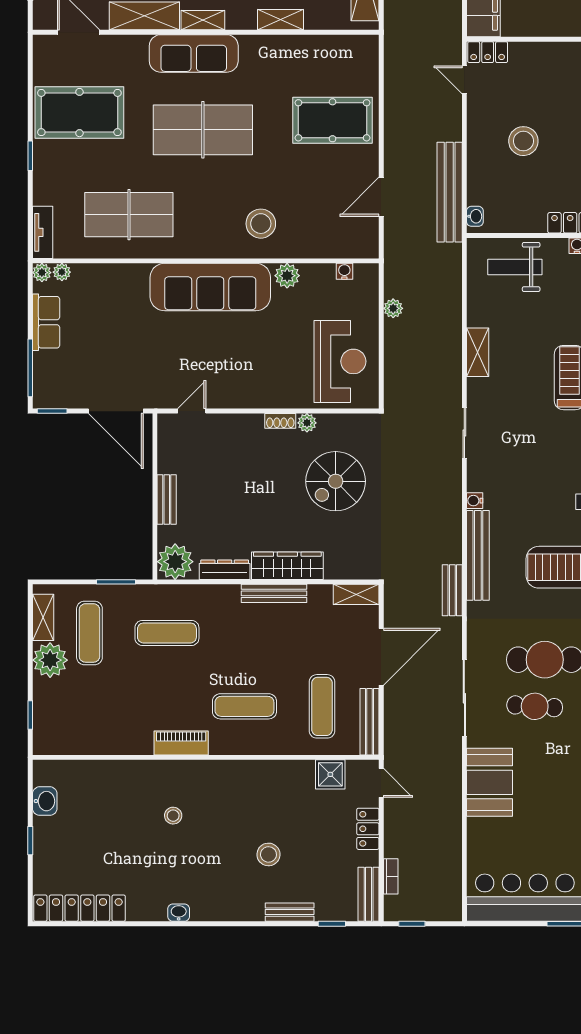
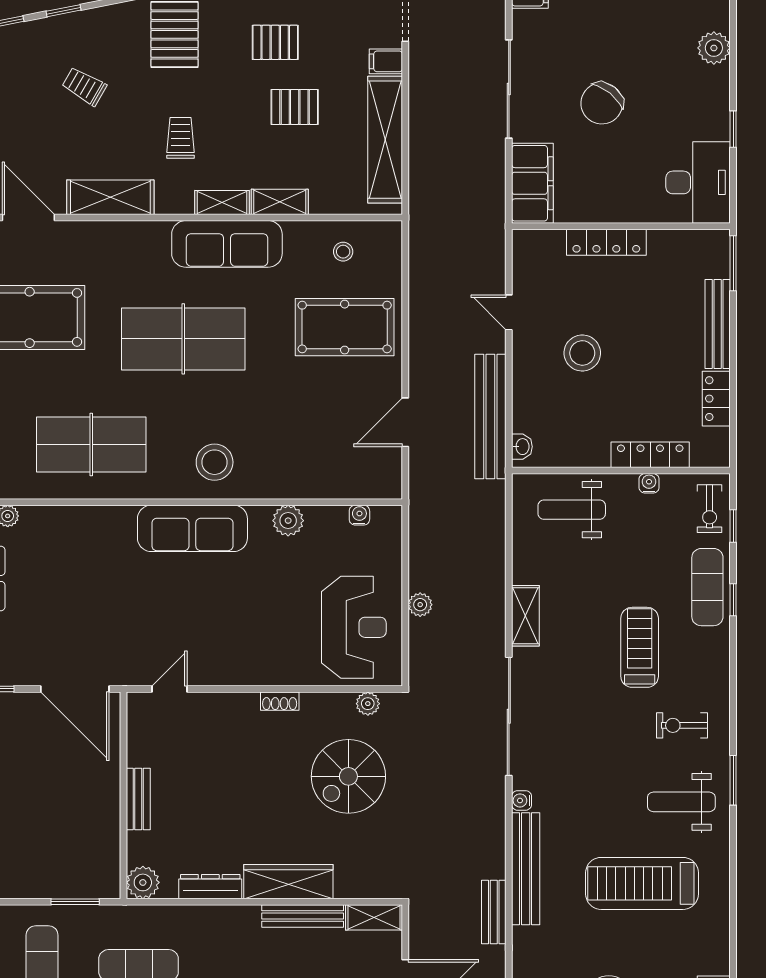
shelving: (203, 20) -> (222, 202), moved
locker: (488, 52) -> (606, 242), moved, width x1.53
sofa: (194, 53) -> (227, 244), moved
stool: (331, 60) -> (343, 252), added
door: (464, 80) -> (509, 312), moved
stool: (261, 224) -> (215, 462), moved
sofa: (210, 287) -> (192, 528), width x0.74, depth x0.79
plant: (393, 308) -> (420, 605), moved
plant: (307, 423) -> (368, 704), moved
sliding door: (464, 433) -> (509, 716), width x1.86
plant: (175, 562) -> (143, 882), width x0.73, depth x0.73
bench: (274, 593) -> (303, 916), moved

